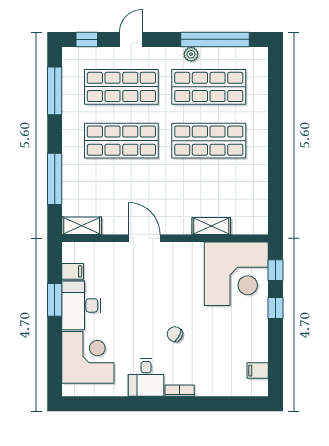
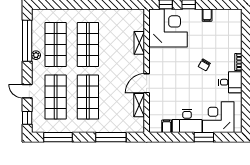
shelving: (82, 226) -> (139, 105), moved
window: (55, 300) -> (204, 137), moved
filing cabinet: (258, 371) -> (207, 15), moved

